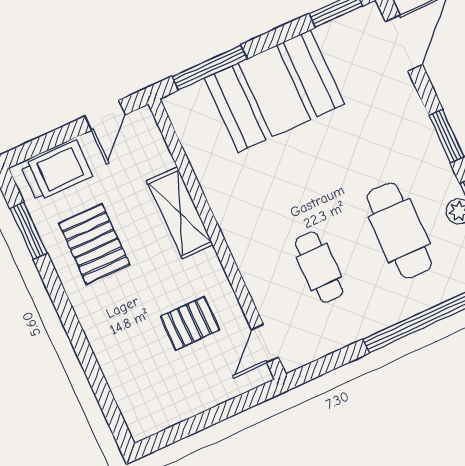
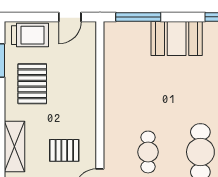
booth: (274, 91) -> (177, 39), width x0.73, depth x0.70
shelving: (180, 213) -> (15, 147), moved

